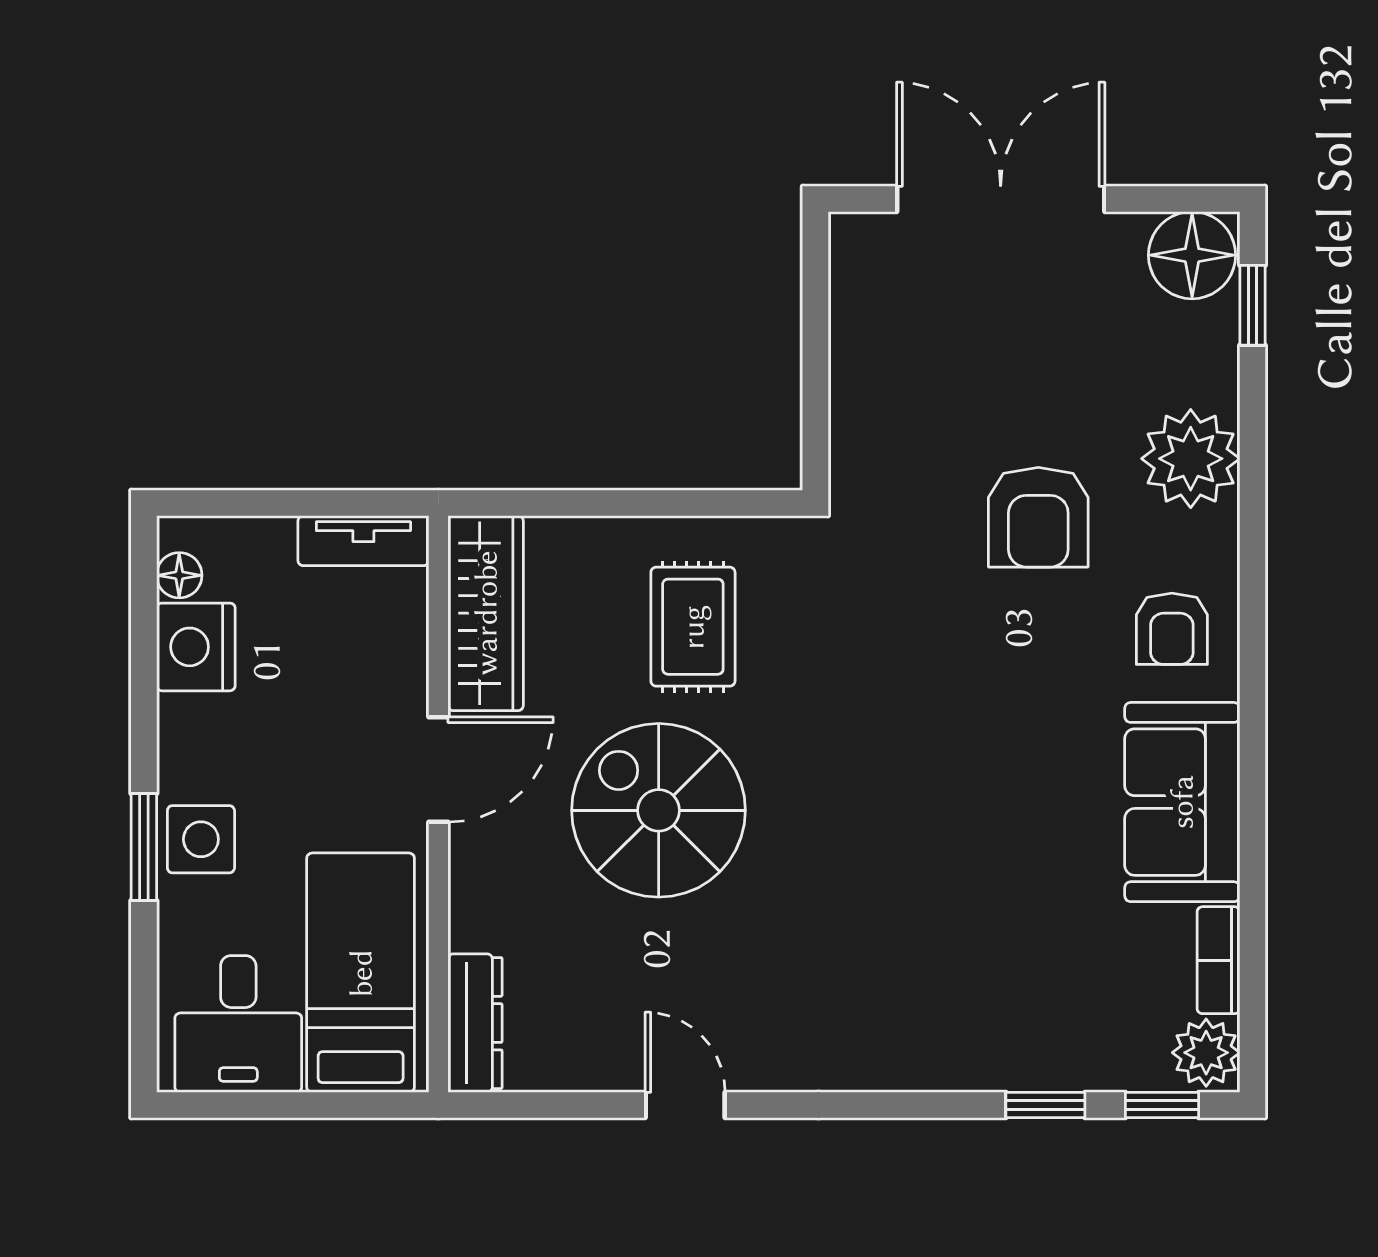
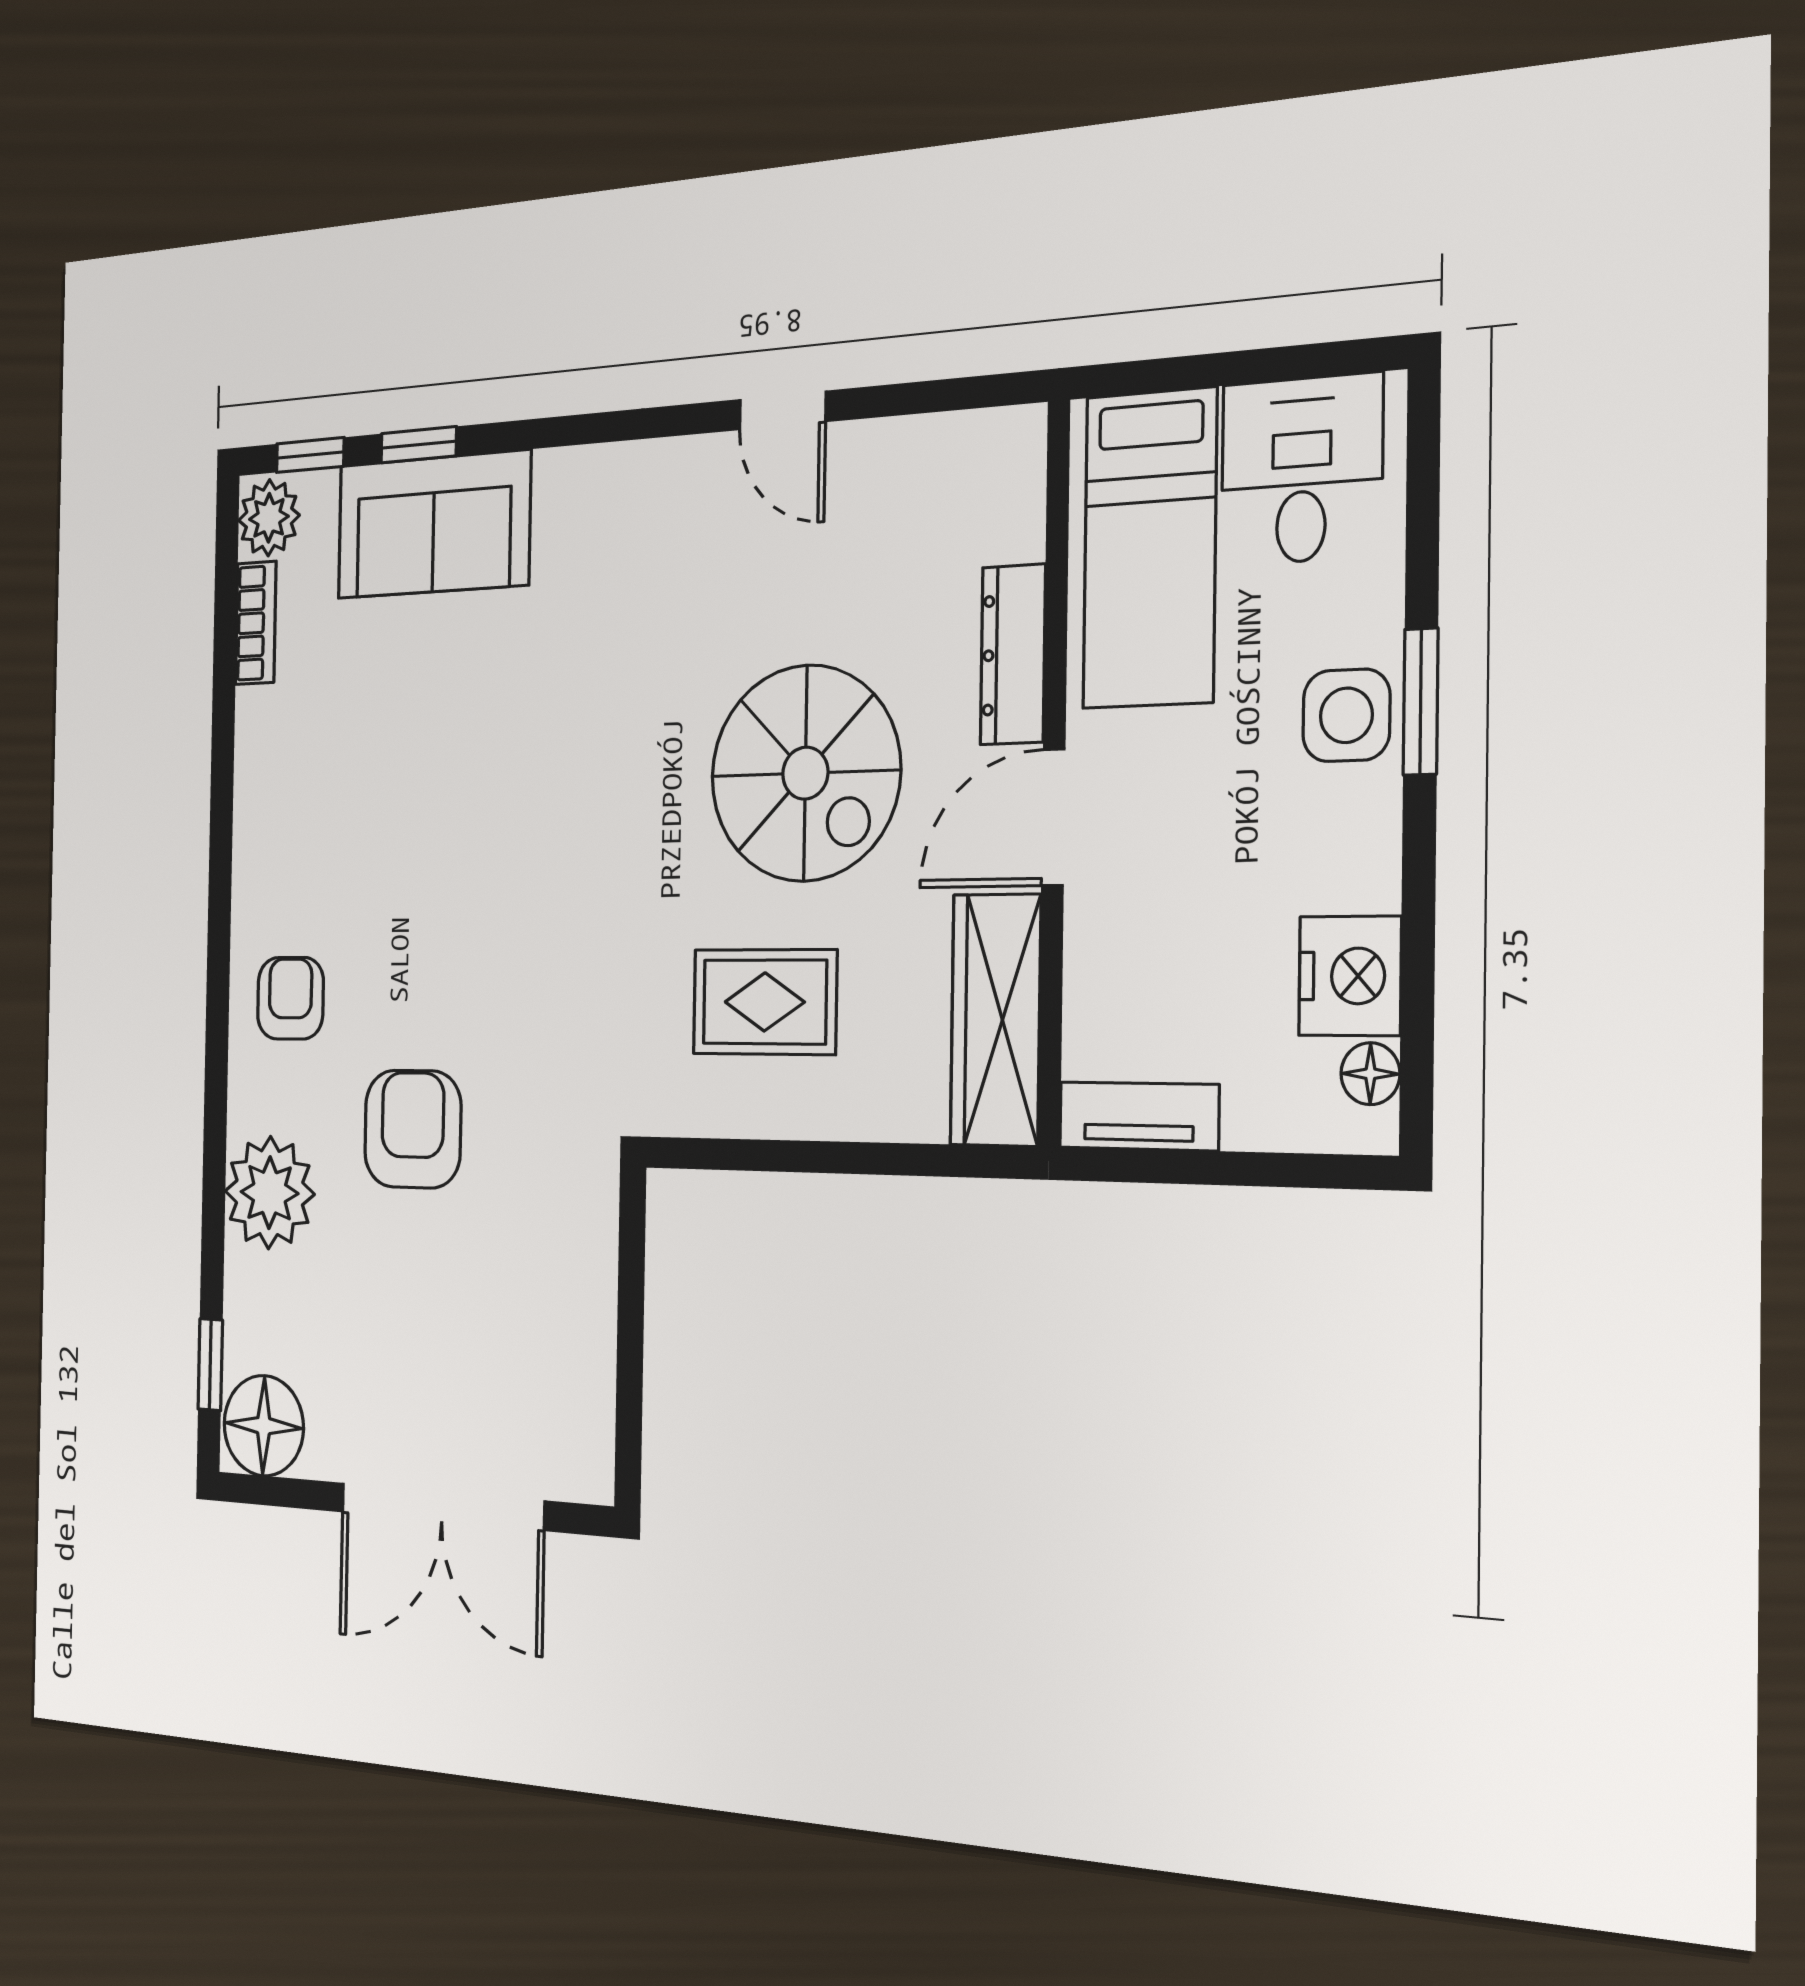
rug: (693, 627) -> (765, 1002), turned 90
sofa: (1182, 802) -> (433, 525), moved, turned 90
dresser: (475, 1023) -> (1013, 654), moved

